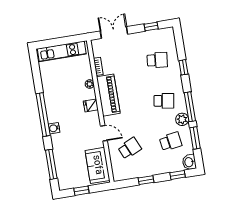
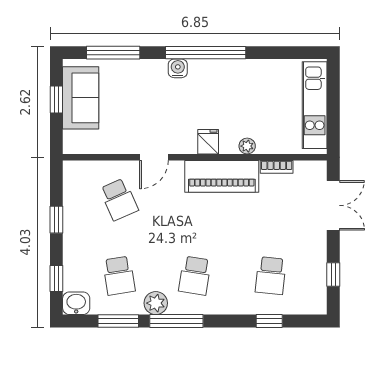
window: (183, 67) -> (269, 321), moved
sofa: (97, 165) -> (81, 98), moved, turned 90

